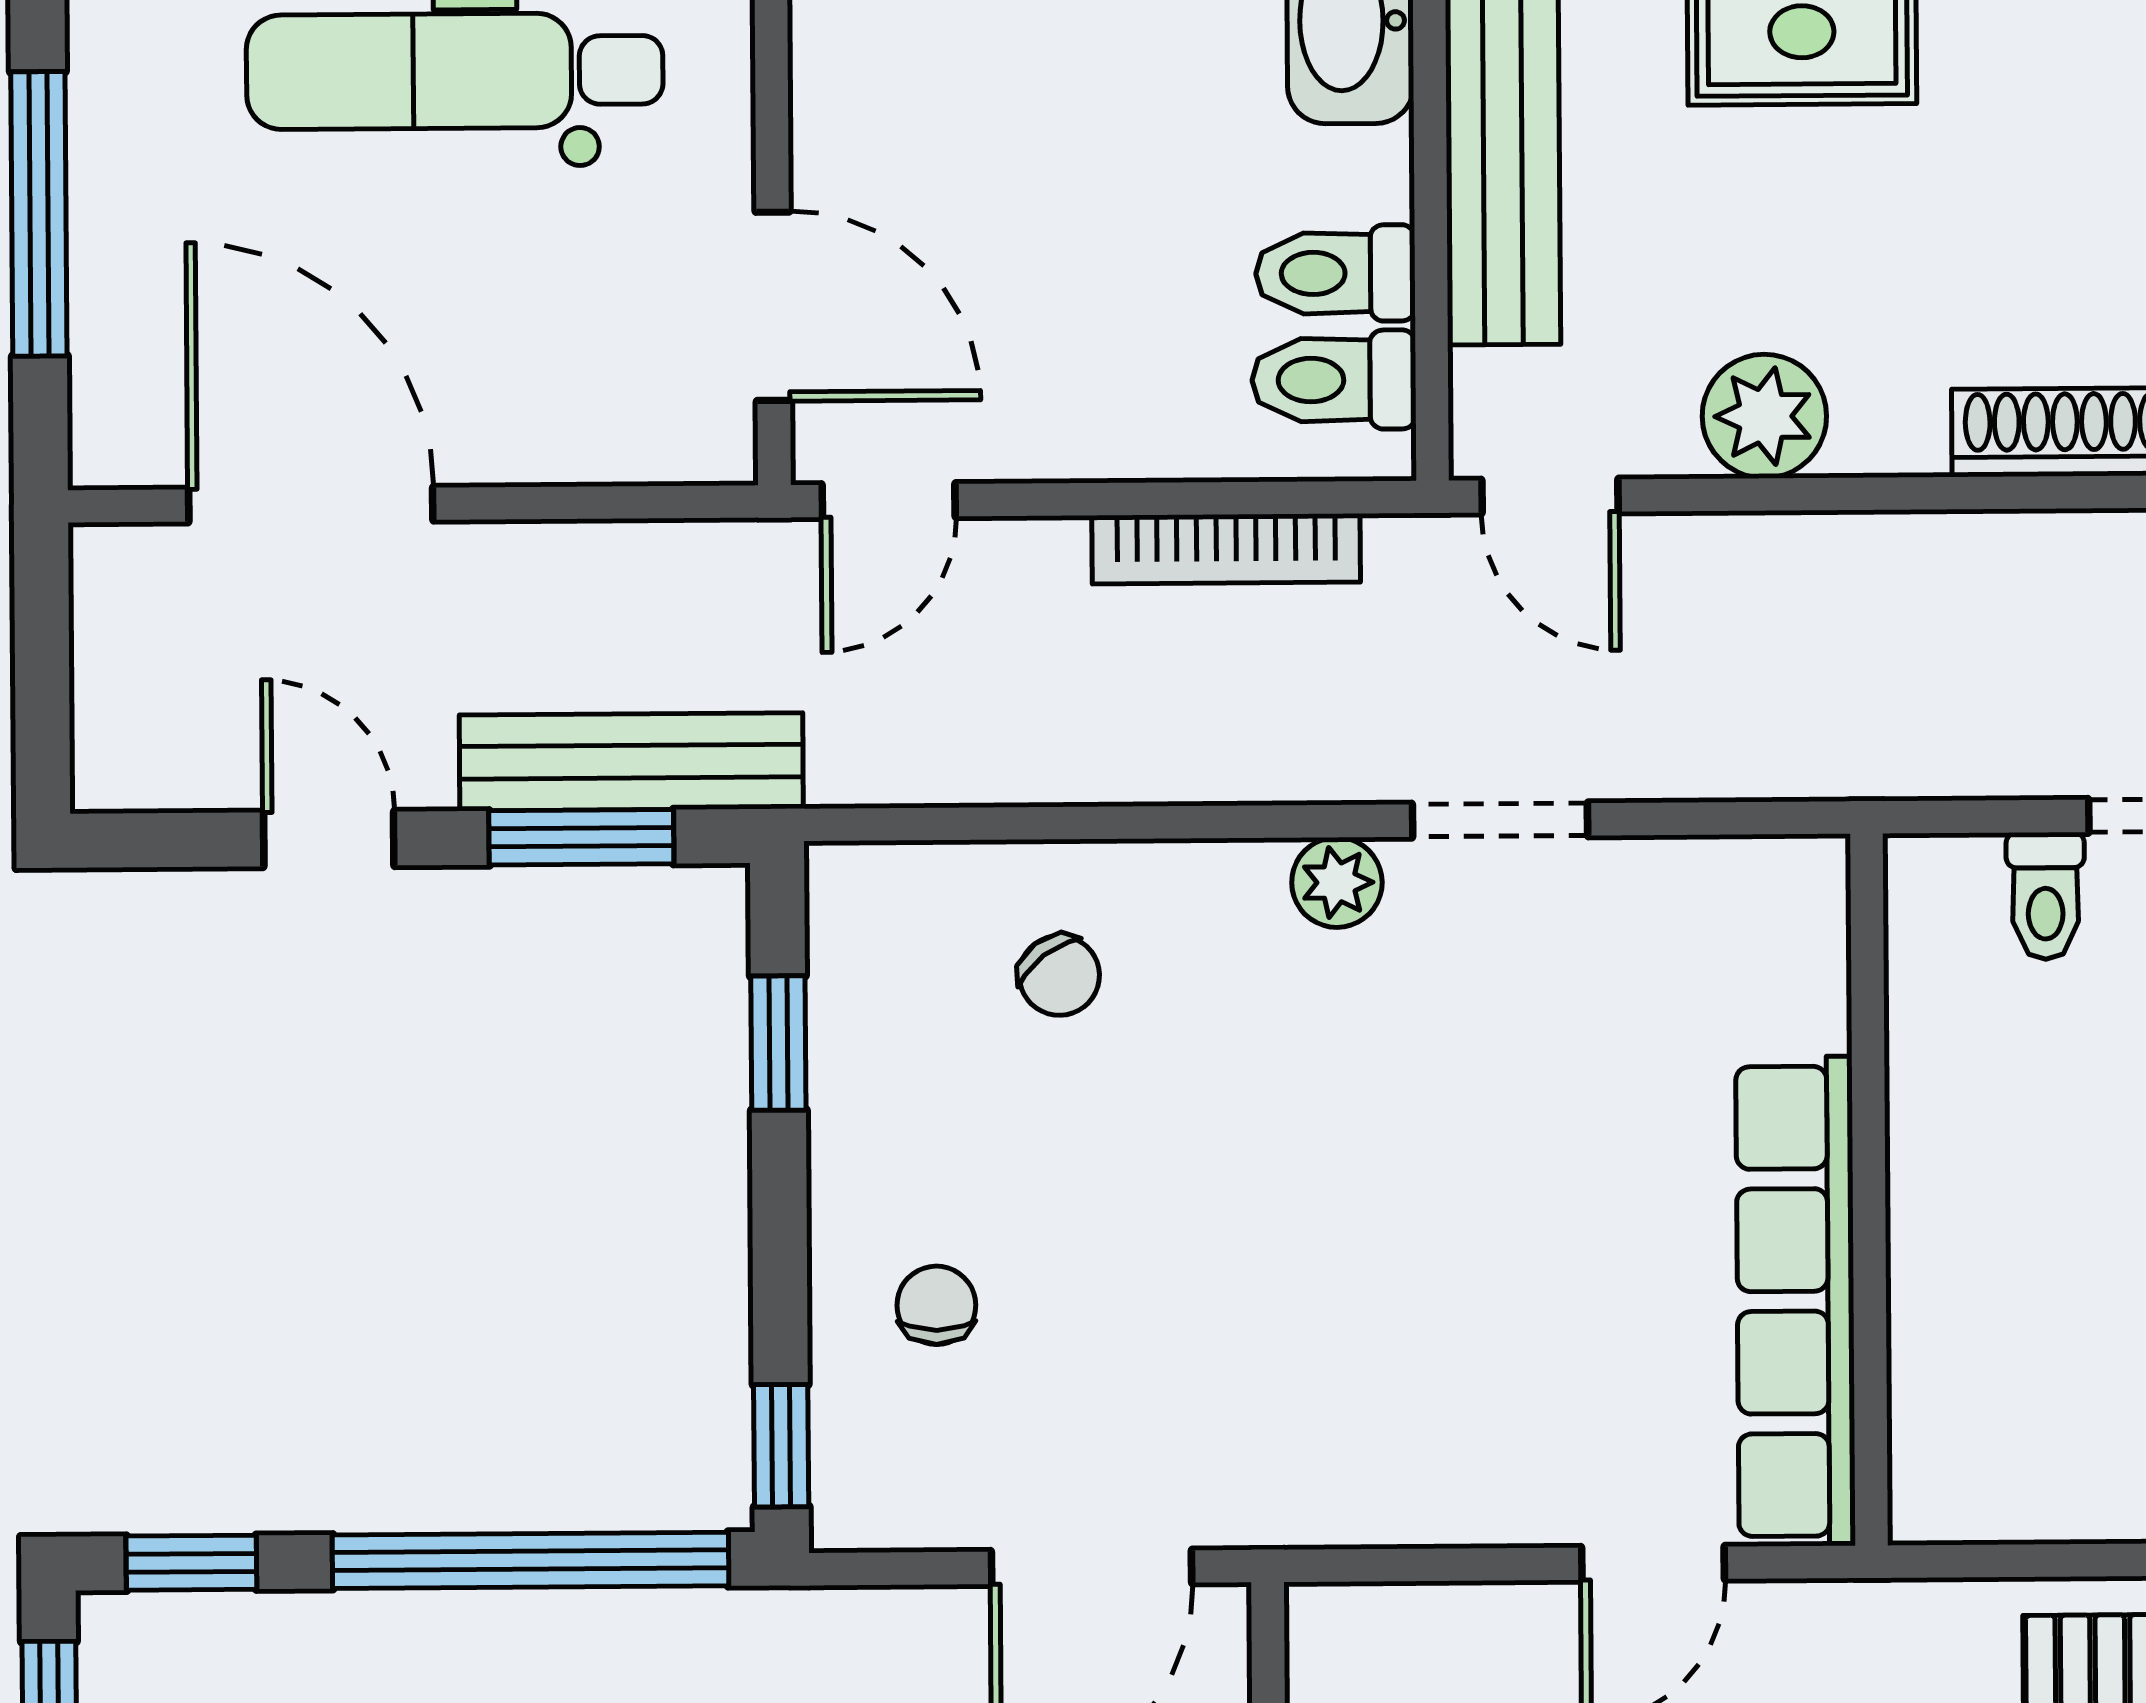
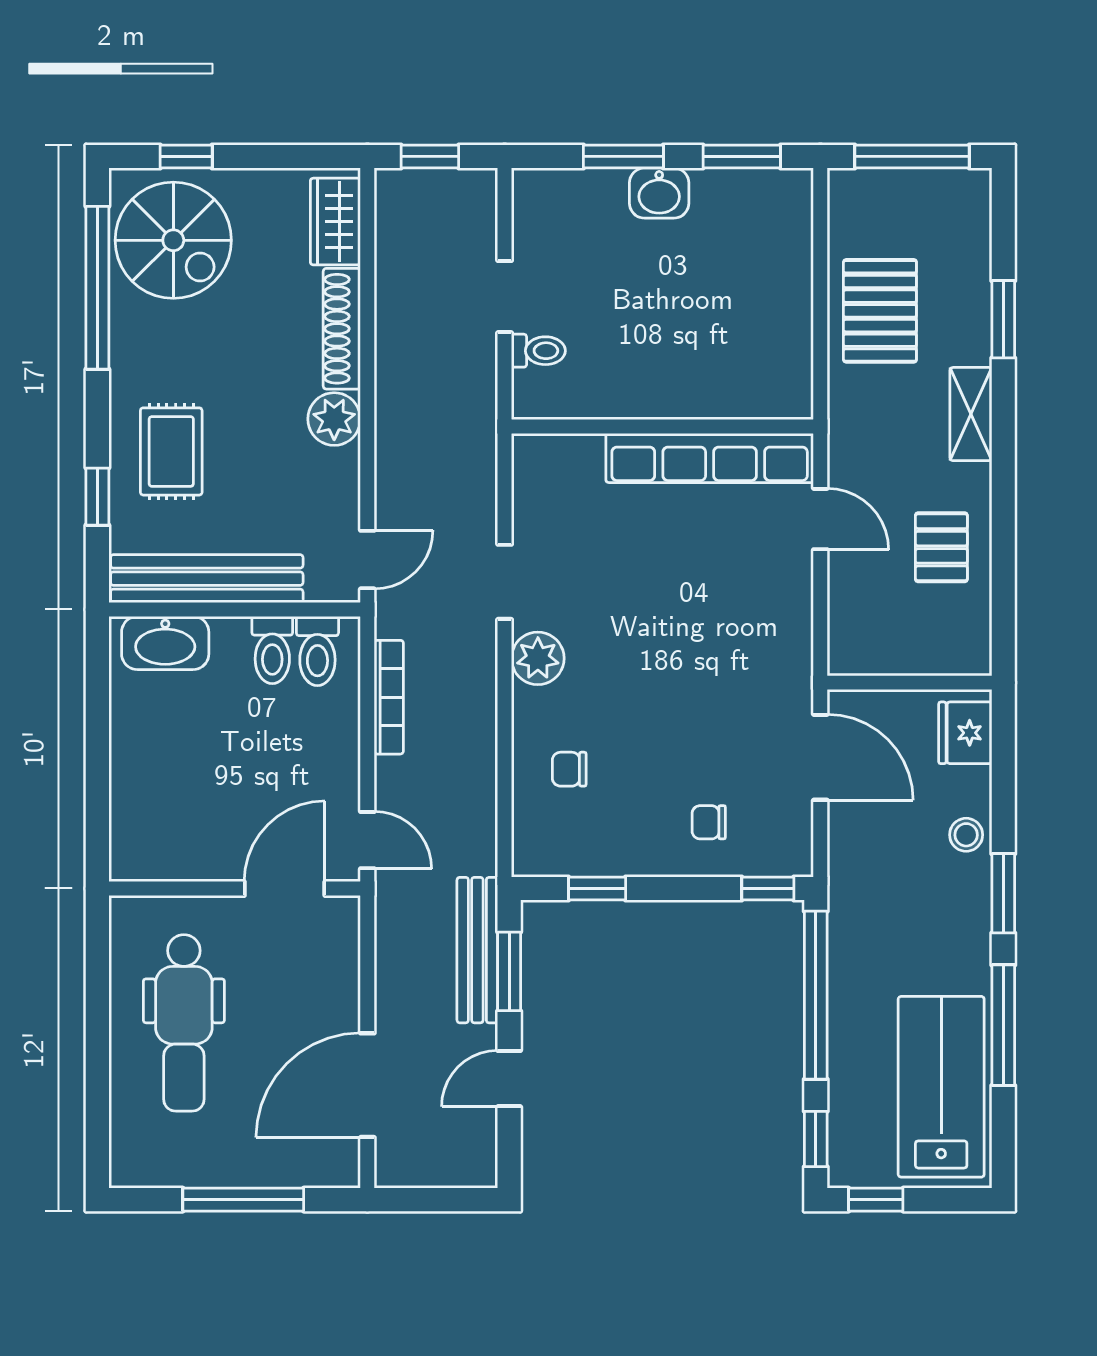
plant: (1764, 416) -> (334, 419), moved
plant: (1337, 882) -> (538, 658), width x1.38, depth x1.38
chair: (1059, 975) -> (569, 769), turned -143

